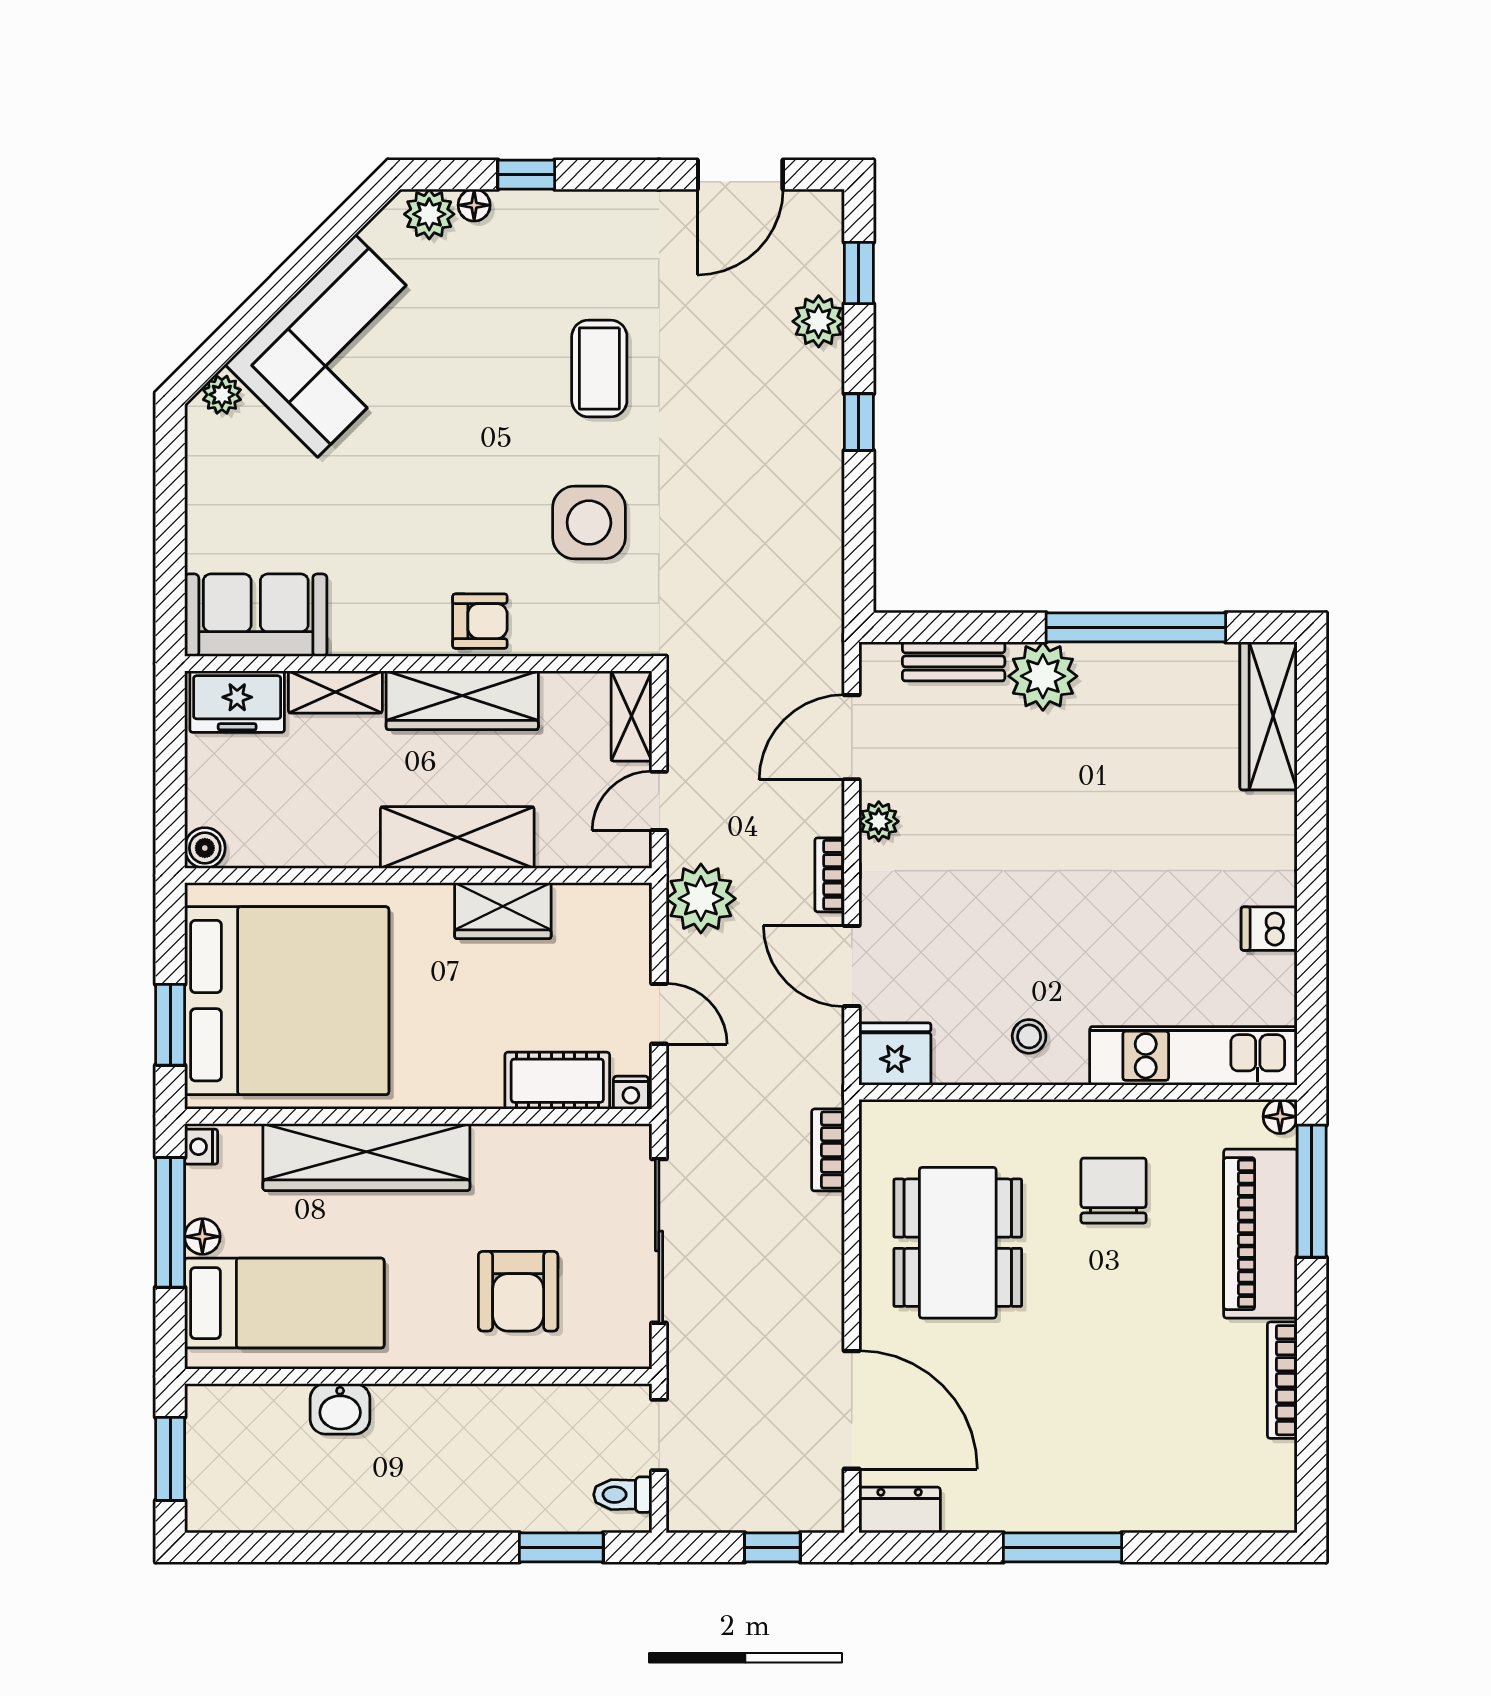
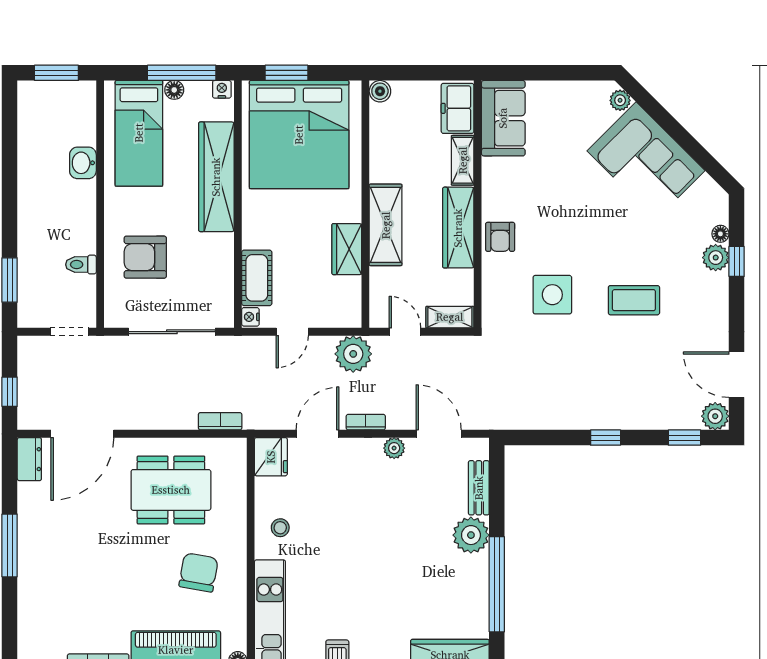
plant: (429, 214) -> (716, 258), moved
plant: (819, 321) -> (715, 416), moved
chair: (1114, 1191) -> (199, 572), turned -80
toilet: (623, 1495) -> (81, 265), moved, turned -90

